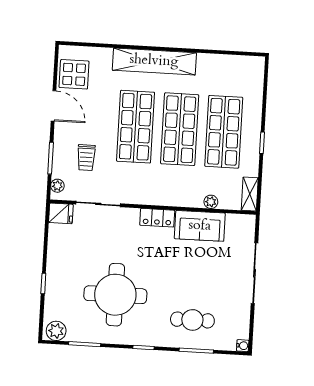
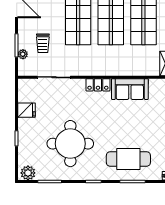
plant: (57, 186) -> (23, 54), moved
plant: (211, 202) -> (137, 71), removed
fridge: (61, 213) -> (27, 110), moved
cafe table: (192, 320) -> (128, 159), width x1.37, depth x1.35

